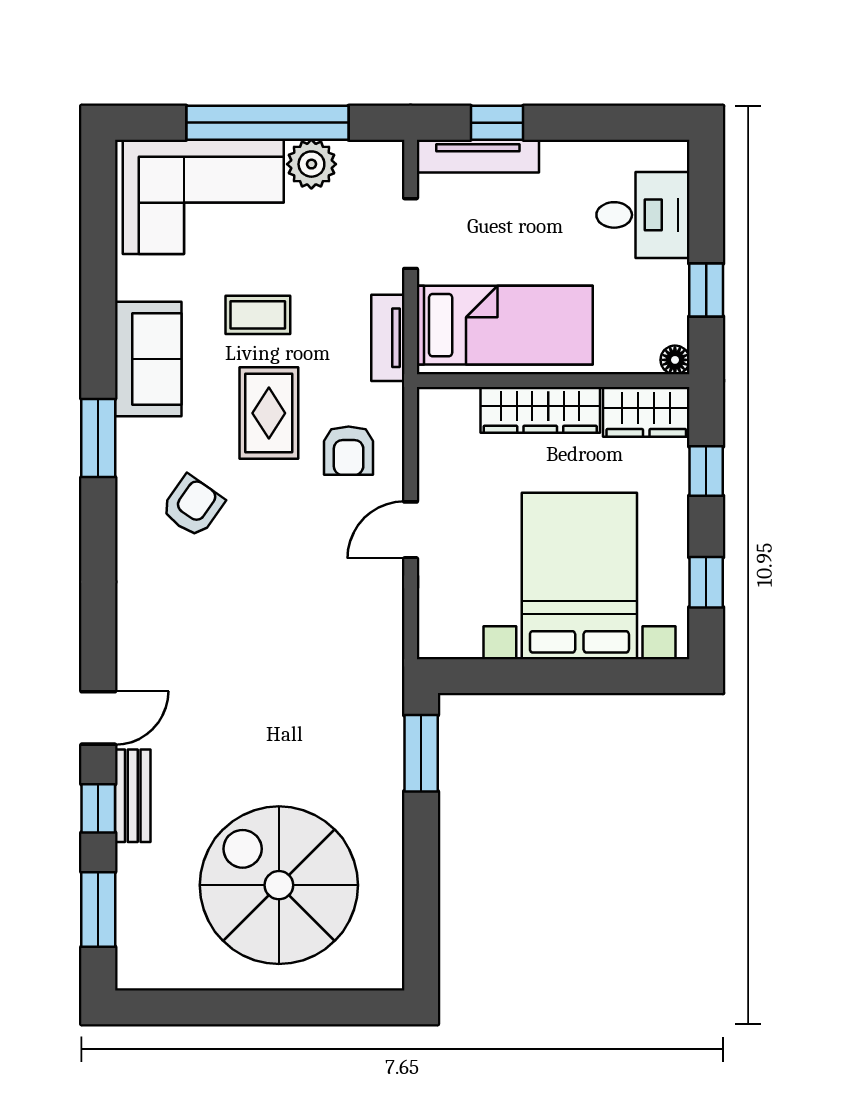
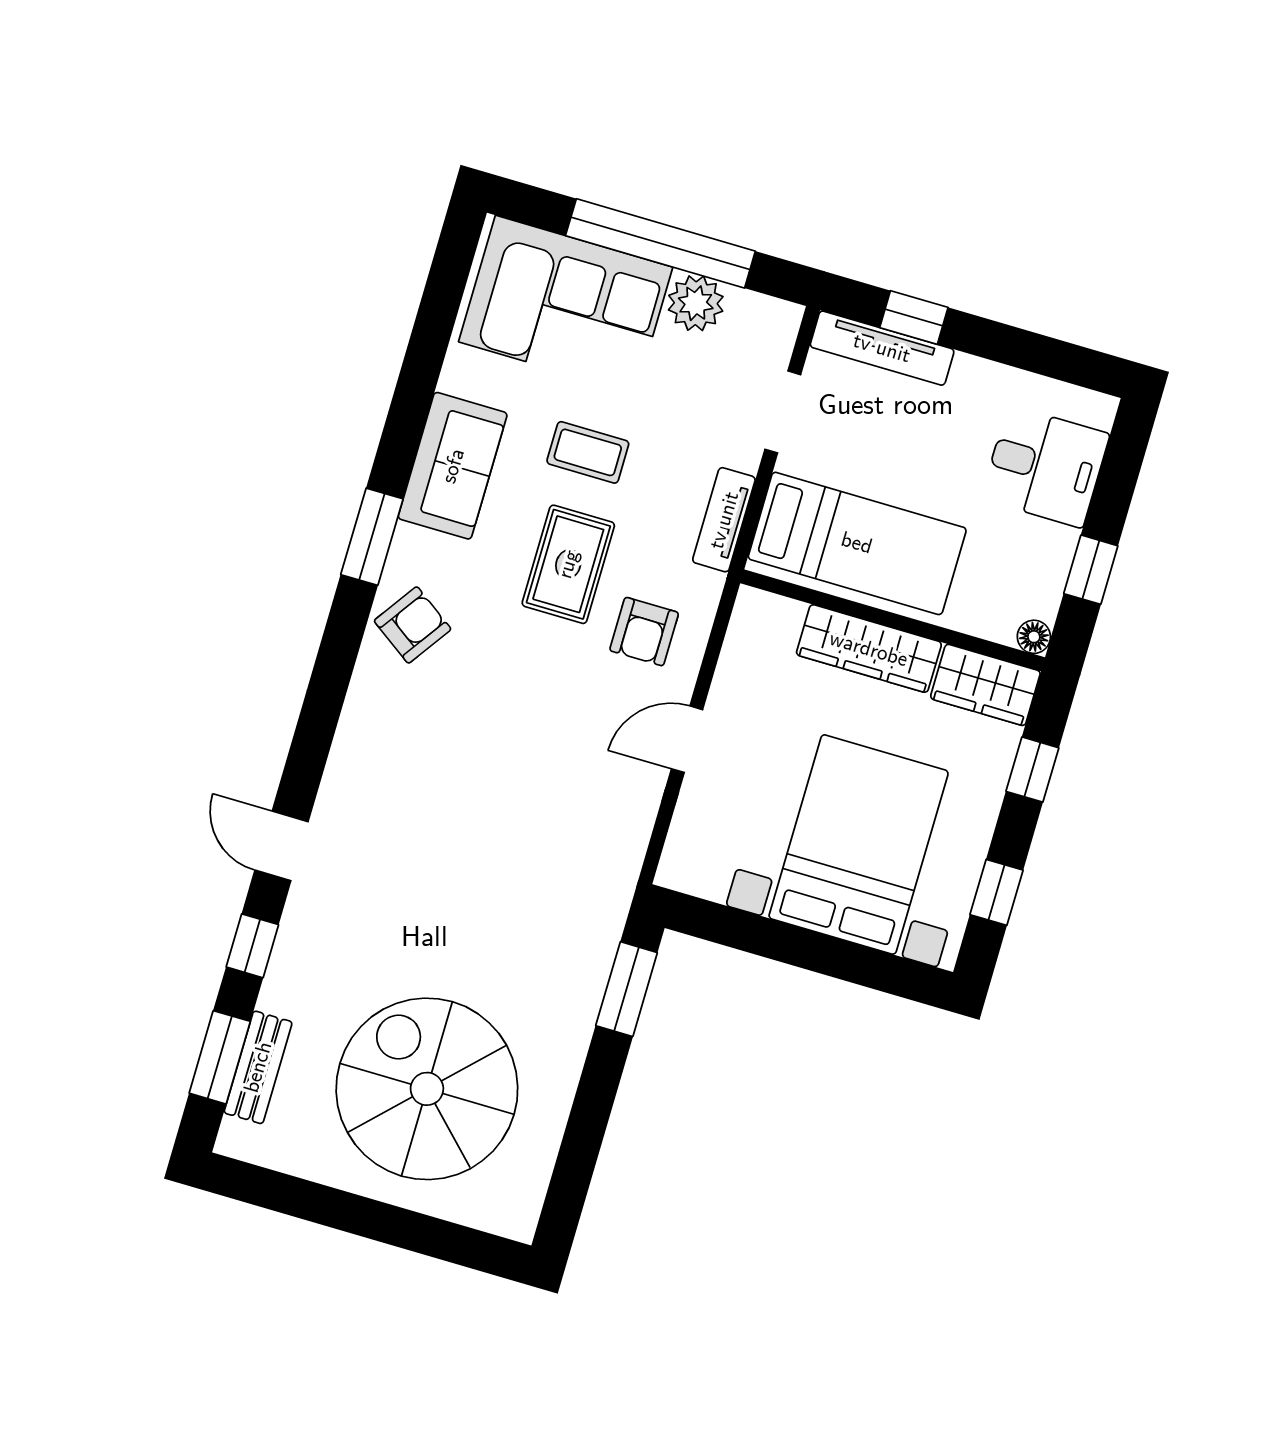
armchair: (193, 506) -> (413, 625), moved
door: (98, 718) -> (282, 846), swing flipped
bench: (133, 796) -> (258, 1067), moved

